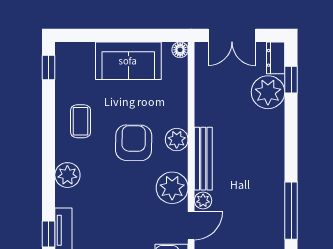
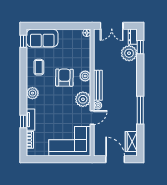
sofa: (128, 61) -> (42, 38), moved

